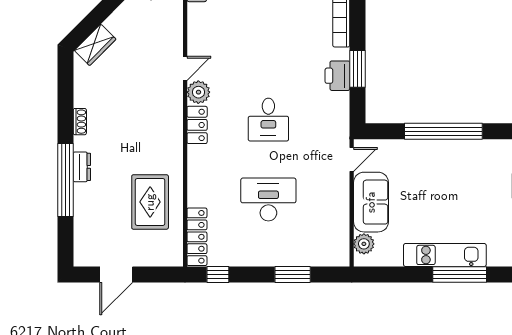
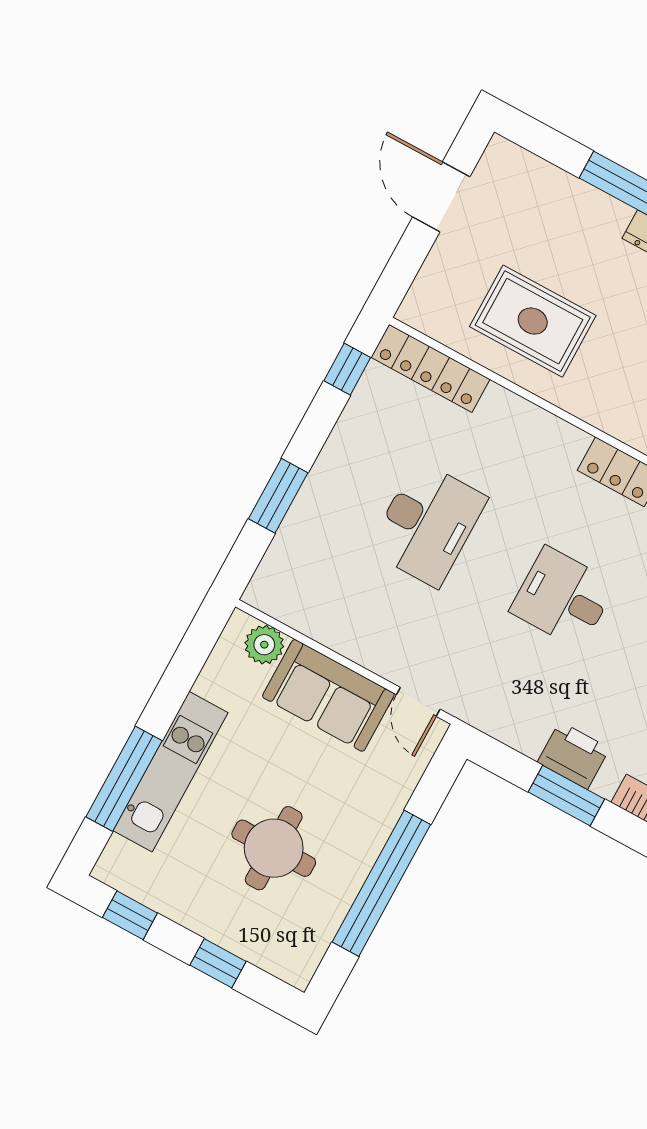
round table: (454, 189) -> (274, 848), added

